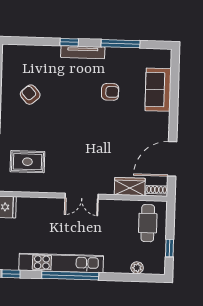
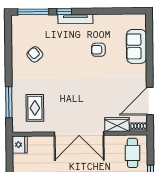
window: (120, 44) -> (33, 12), moved
armchair: (110, 92) -> (98, 50), turned 180
rug: (27, 162) -> (35, 108), turned 90
double door: (82, 196) -> (79, 134), width x1.87

